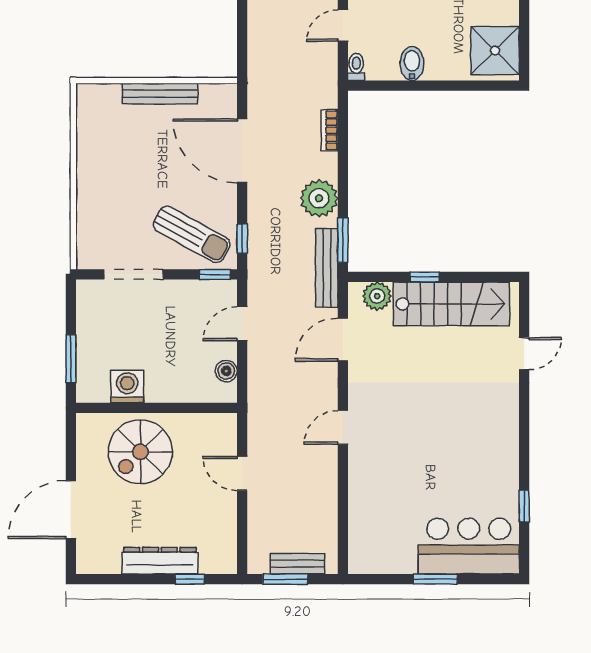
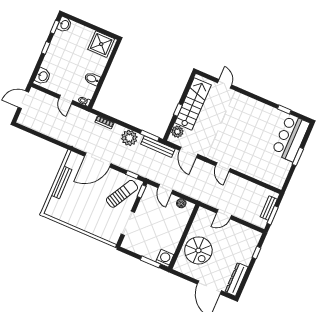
washing machine: (127, 386) -> (165, 258), moved, turned 90
dresser: (160, 561) -> (236, 279), moved

